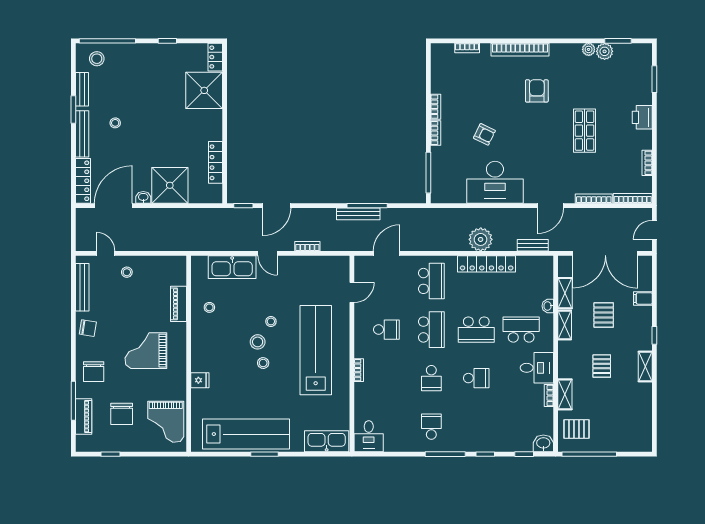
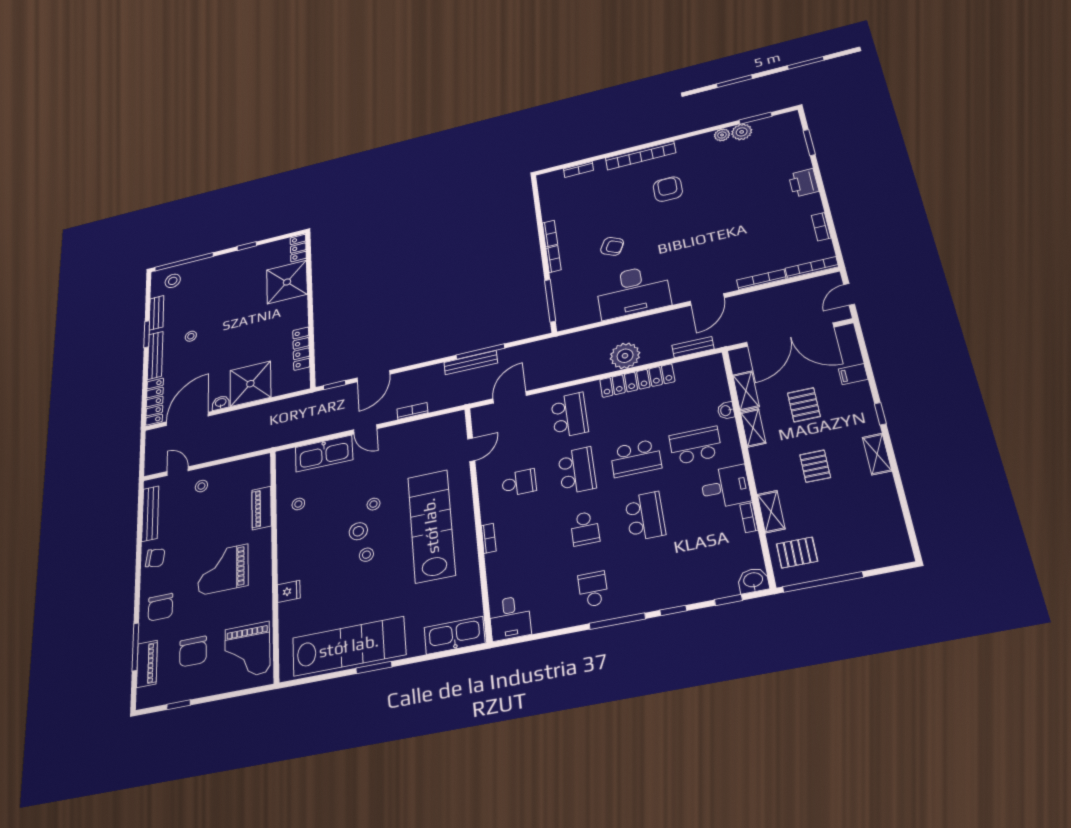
shop shelf: (585, 131) -> (734, 213), removed
school desk: (476, 378) -> (645, 516), width x1.85

